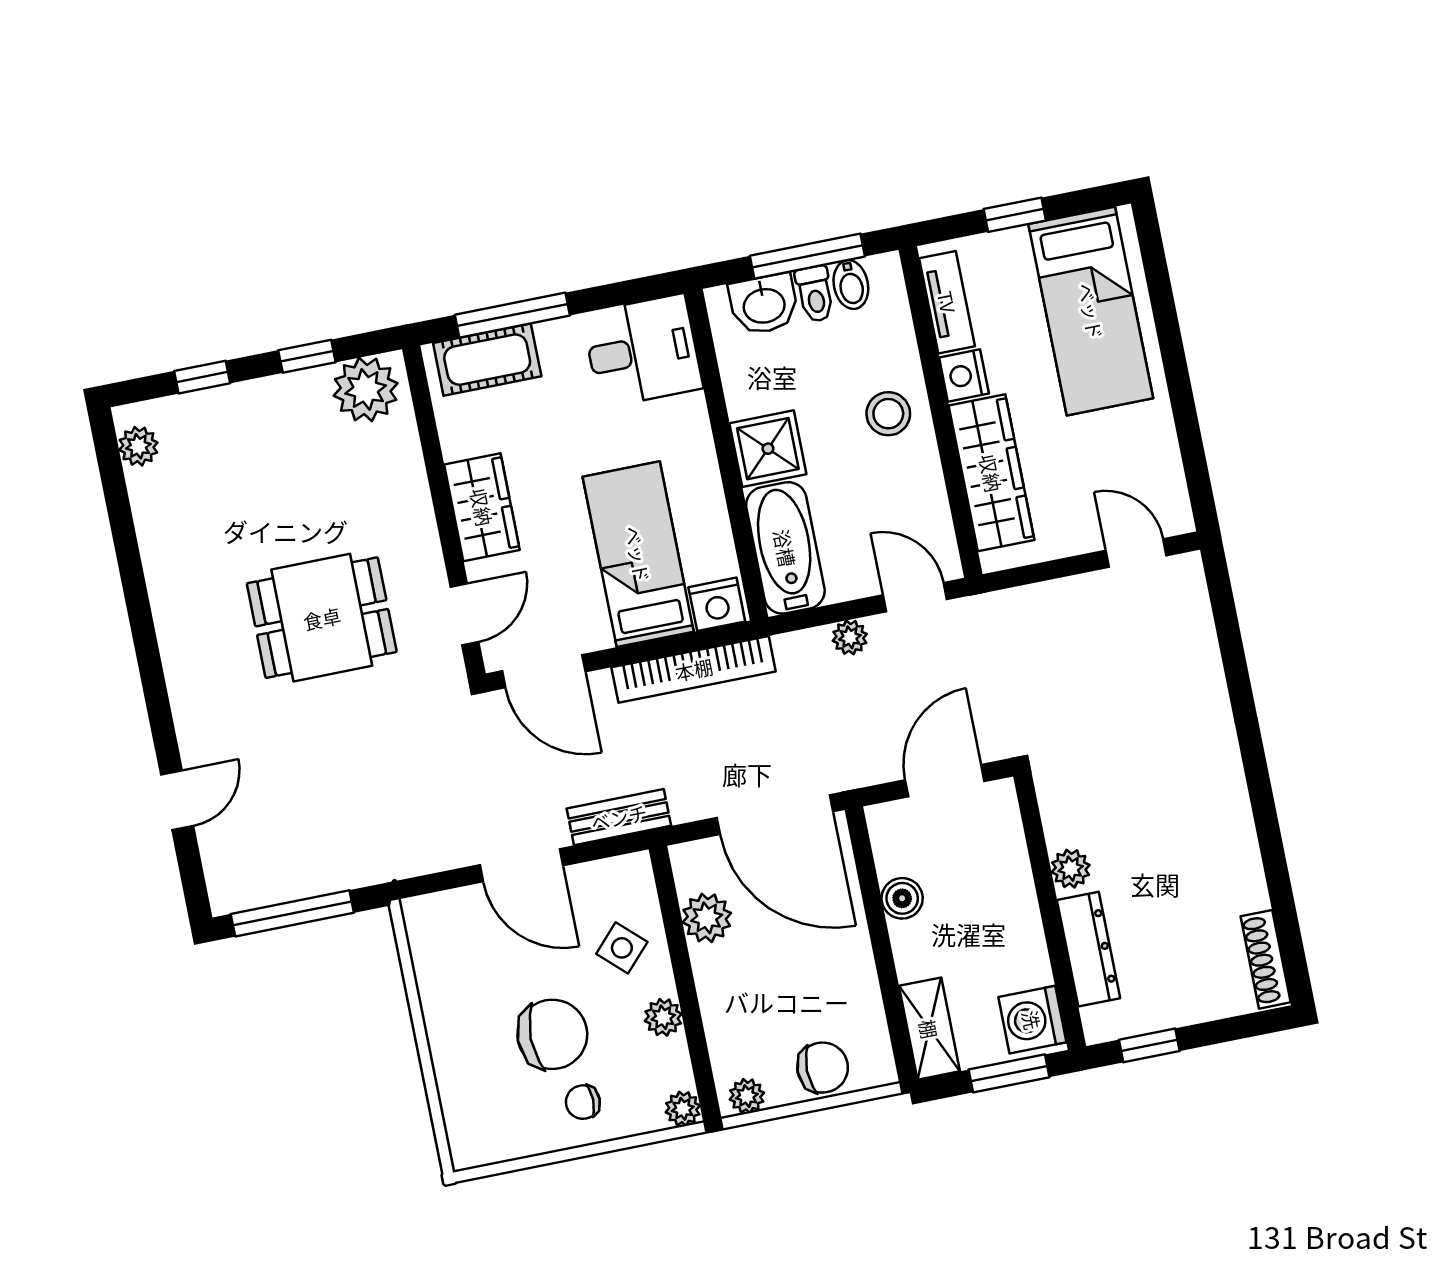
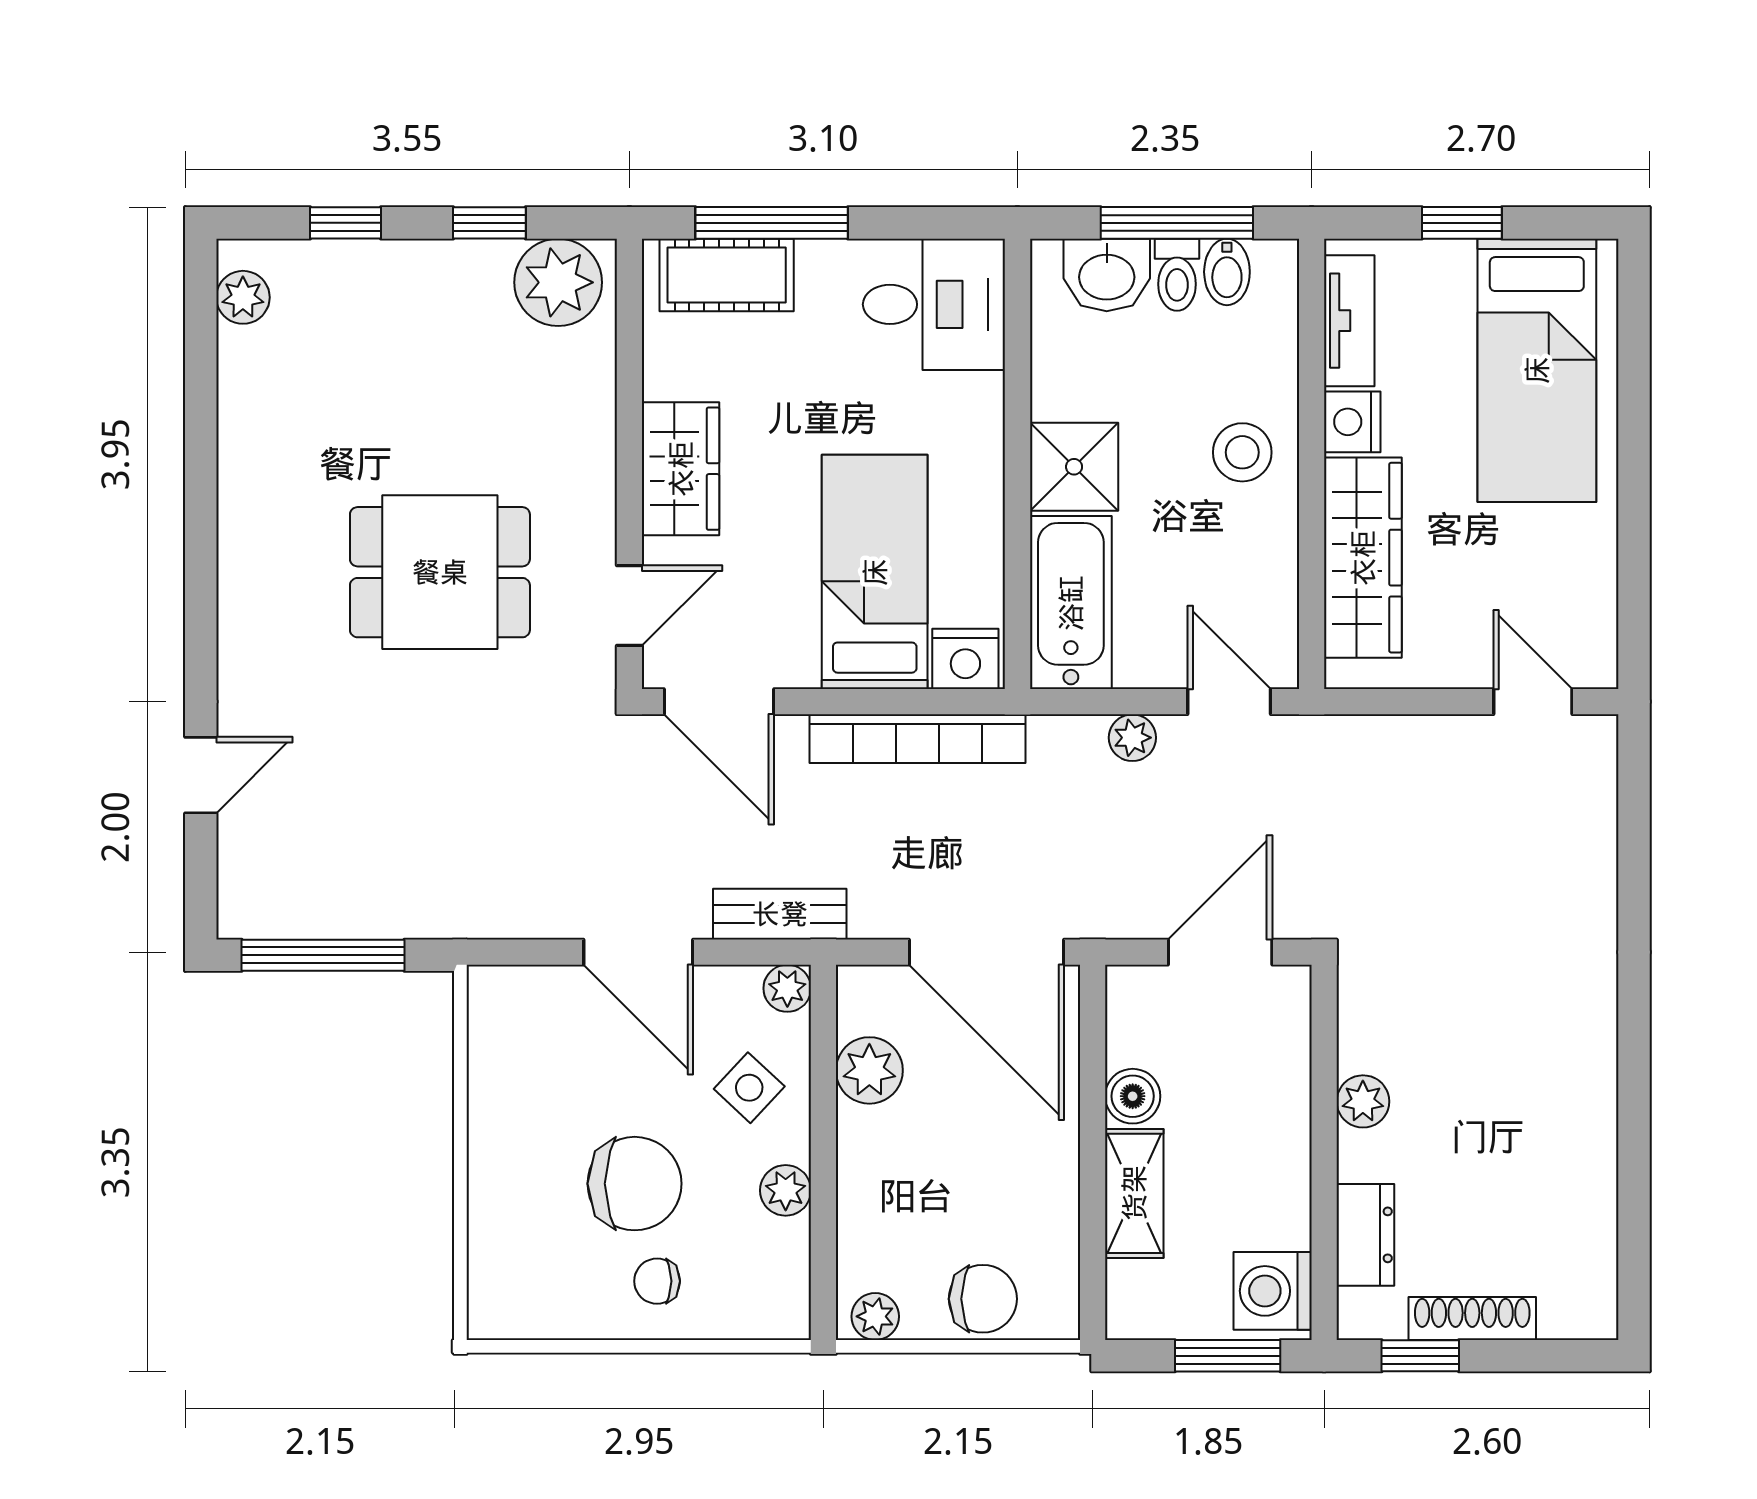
dresser: (1088, 949) -> (1365, 1235), width x0.70
shoe rack: (1266, 959) -> (1472, 1318), moved, turned 90
shelving: (929, 1029) -> (1134, 1193), moved
plant: (683, 1109) -> (787, 988), moved

